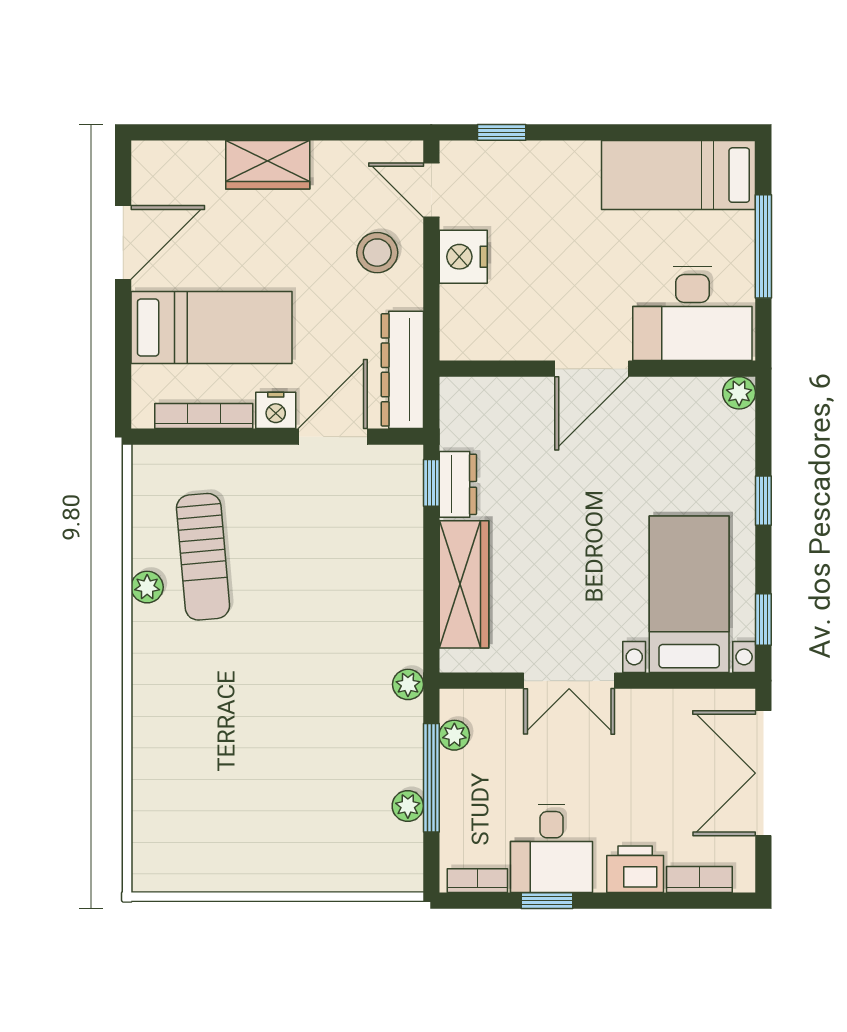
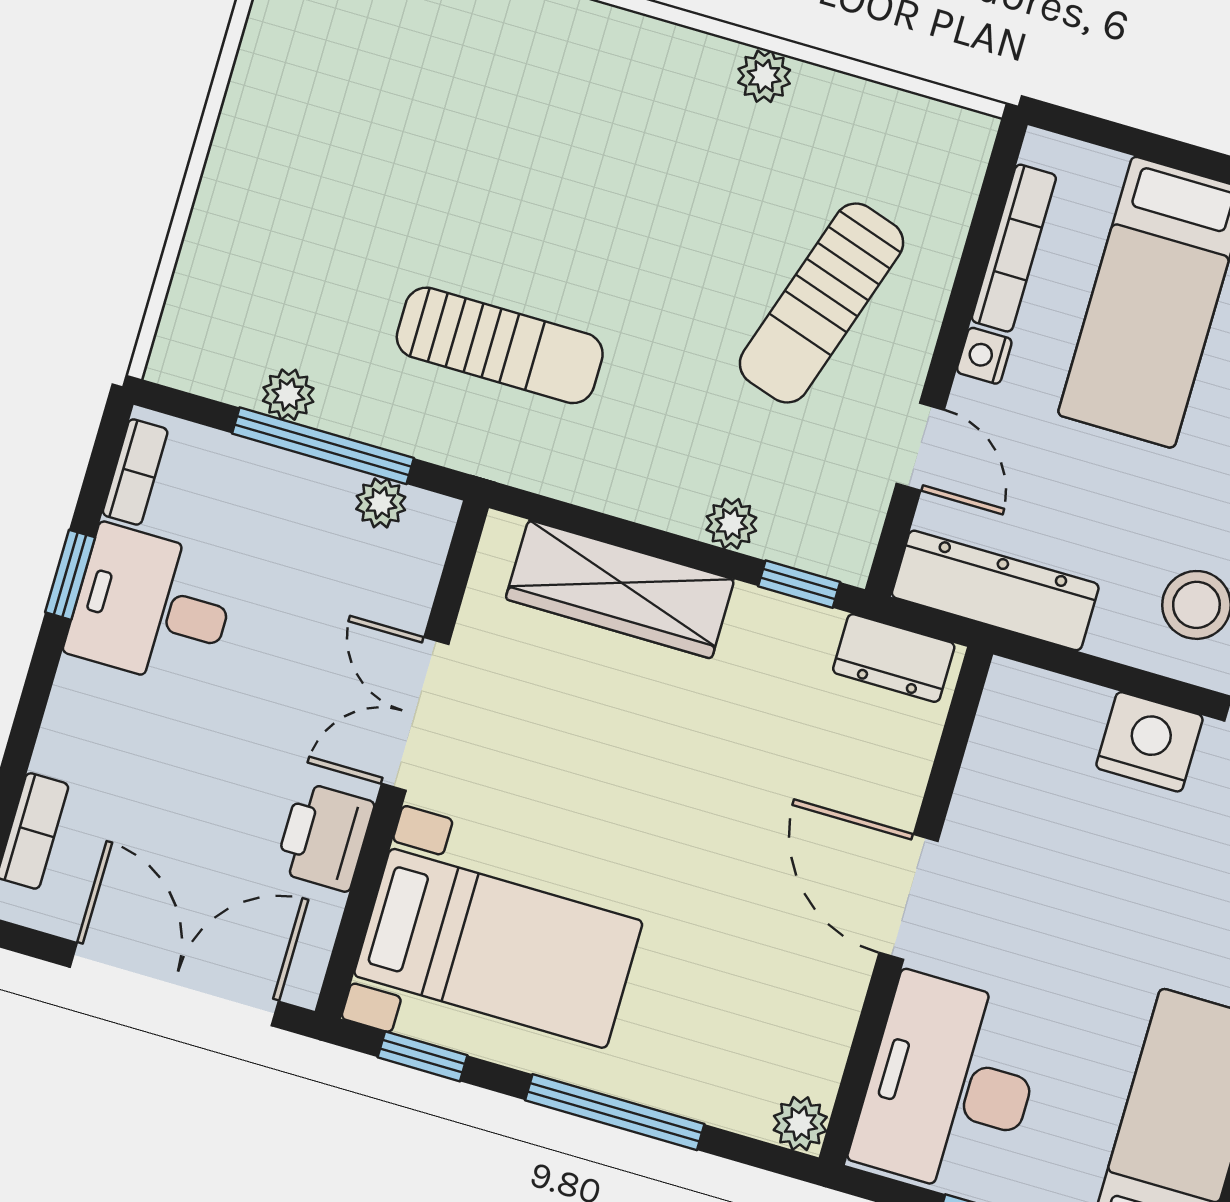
nightstand: (276, 410) -> (984, 356), width x0.72, depth x0.74
door: (333, 437) -> (920, 447), width x0.73
dresser: (458, 484) -> (894, 658), moved
window: (763, 501) -> (615, 1112), width x2.17
sun lounger: (203, 557) -> (822, 303), moved, turned -67
plant: (408, 684) -> (731, 524), moved
sun lounger: (345, 693) -> (500, 345), added
printer: (635, 869) -> (325, 837), moved, turned 180

